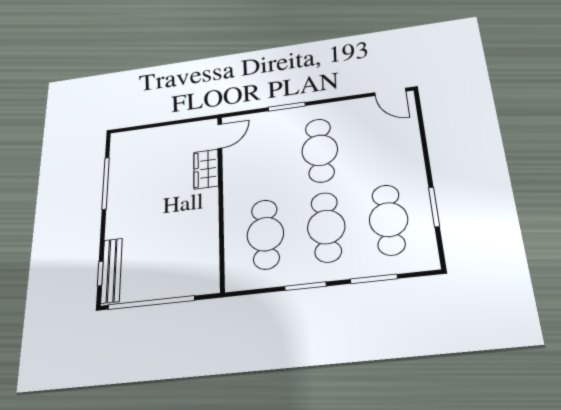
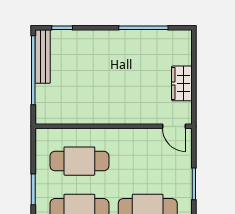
wardrobe: (206, 169) -> (182, 83), moved, turned -90
bench: (112, 270) -> (43, 56), moved, turned 90

